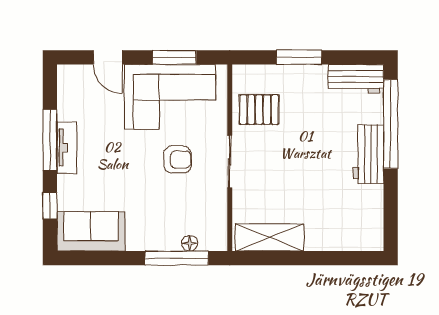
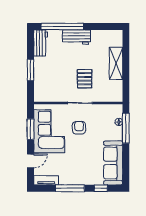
pallet: (259, 110) -> (85, 79), moved
tv unit: (67, 148) -> (46, 180), moved
sofa: (91, 231) -> (113, 163), width x1.36
shelving: (269, 237) -> (116, 63), moved

